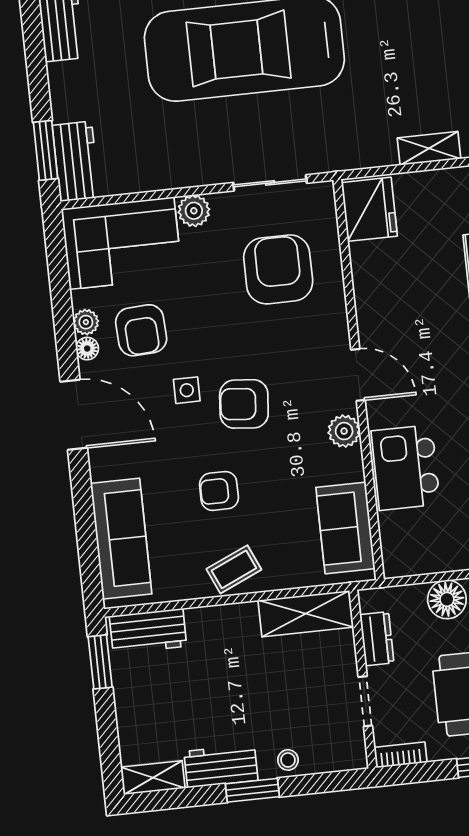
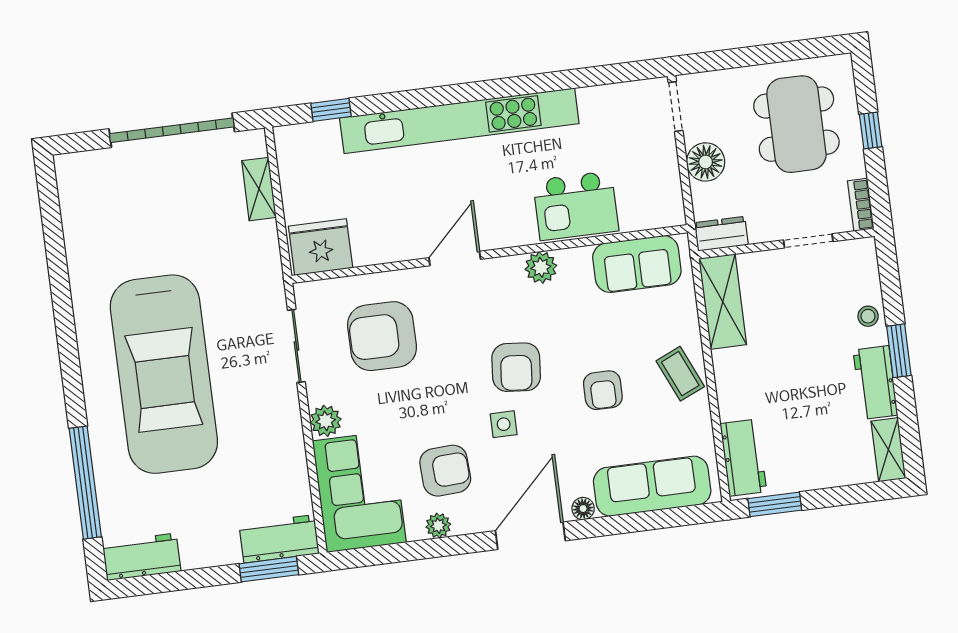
floor lamp: (87, 349) -> (583, 509), moved
door: (358, 375) -> (455, 259), moved
dresser: (377, 639) -> (721, 234), moved

